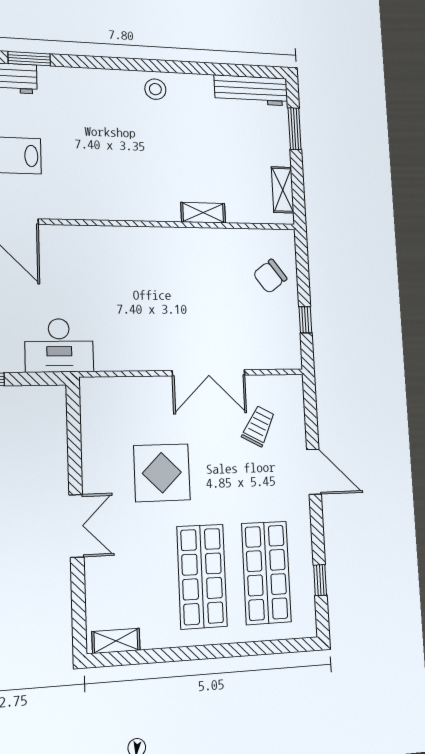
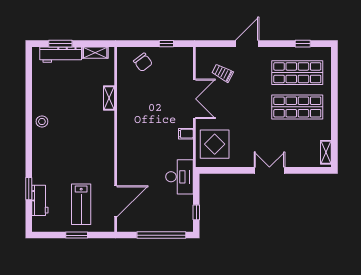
workbench: (251, 90) -> (61, 55), moved, turned 90
filing cabinet: (143, 357) -> (186, 134), added
display table: (162, 473) -> (215, 144), moved

